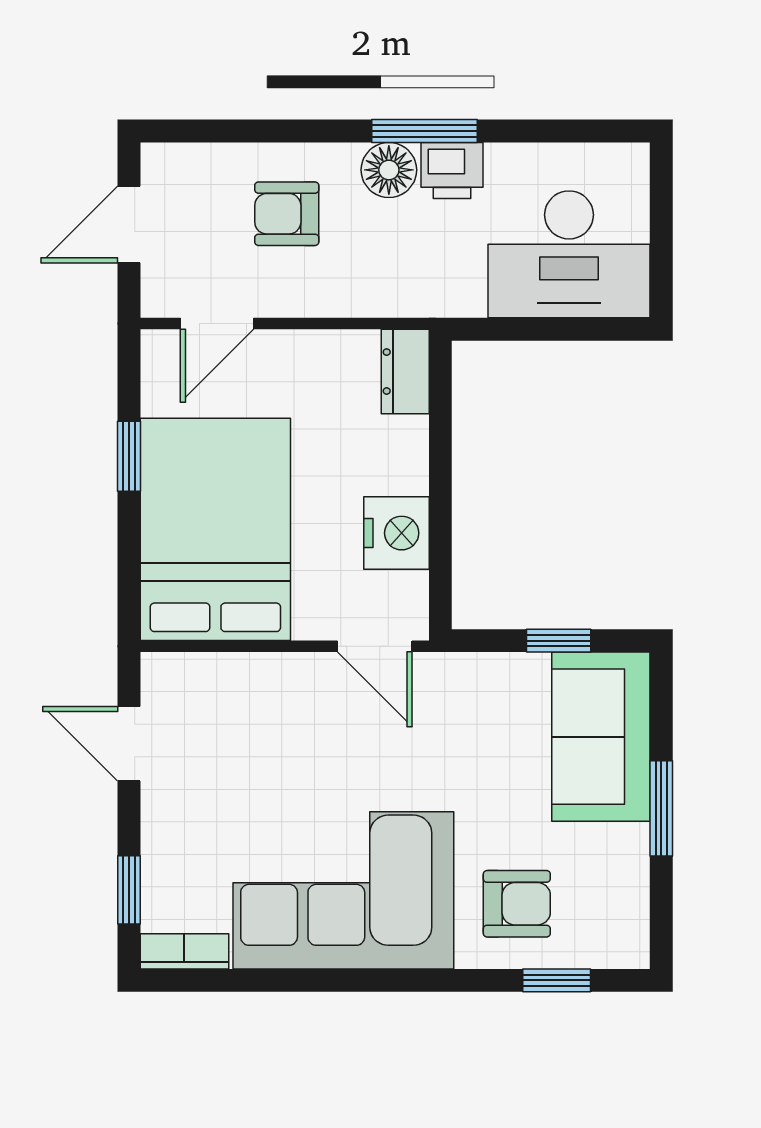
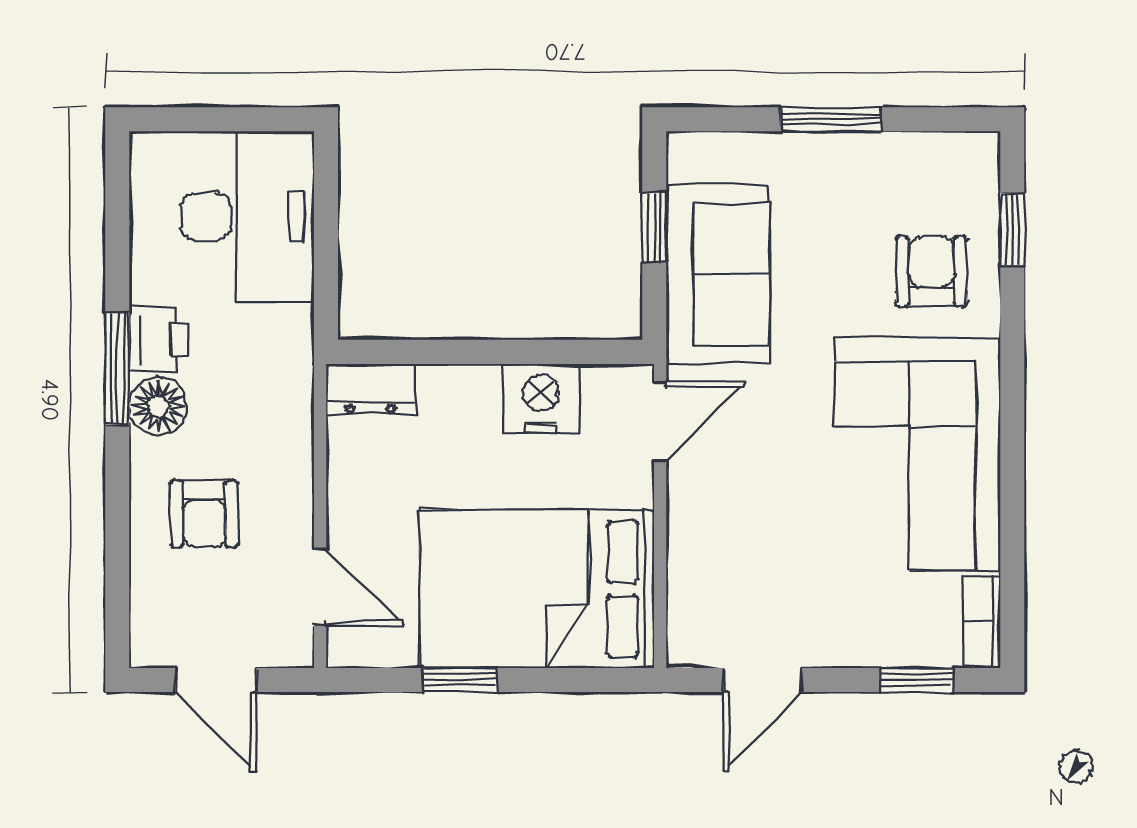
sofa: (601, 737) -> (718, 274), moved, turned -90

